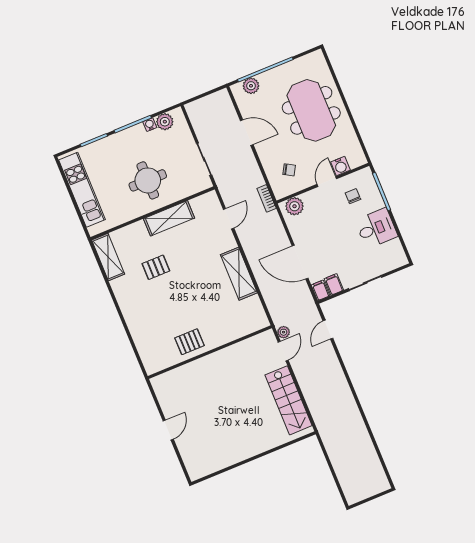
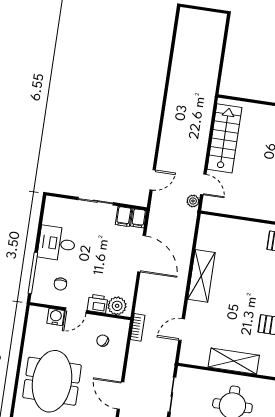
printer: (312, 198) -> (97, 304), added
door: (283, 351) -> (203, 184), swing flipped

